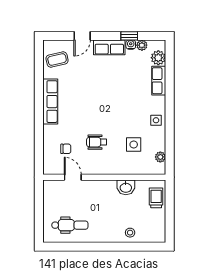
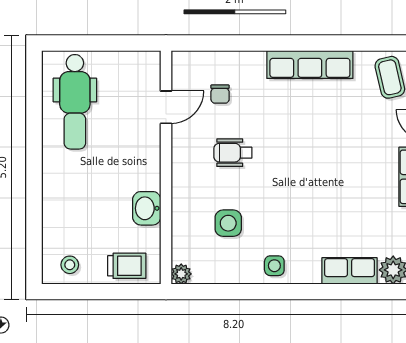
wheelchair: (97, 142) -> (233, 153), turned -90
plant: (160, 157) -> (181, 274), moved
dental chair: (70, 225) -> (75, 102), width x1.36, depth x1.38
stool: (130, 233) -> (70, 265), moved

